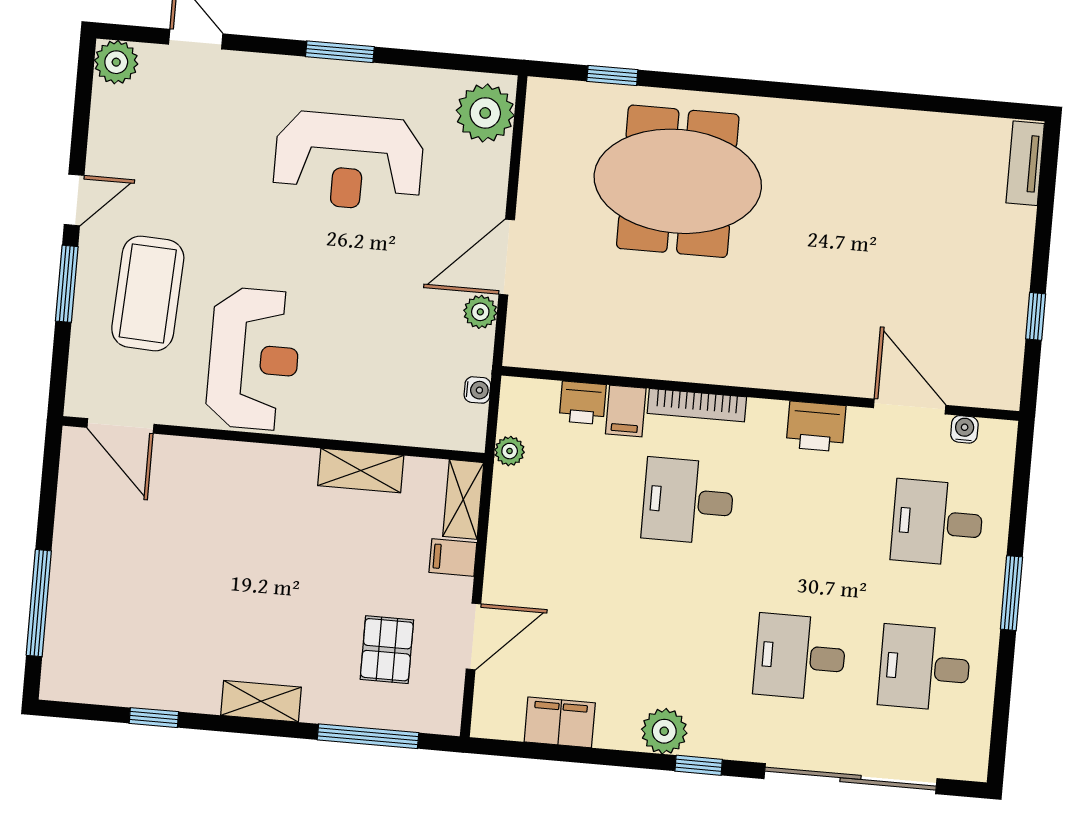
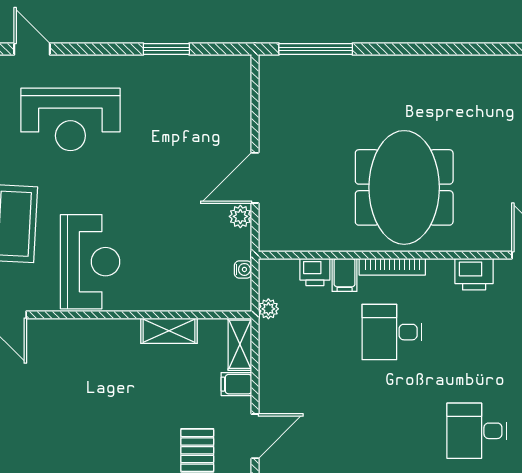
window: (340, 52) -> (166, 49), moved
window: (612, 76) -> (316, 49), width x2.17
plant: (485, 113) -> (232, 82), removed
reception desk: (348, 161) -> (70, 119), moved
meeting table: (678, 181) -> (404, 187), moved, turned 90

